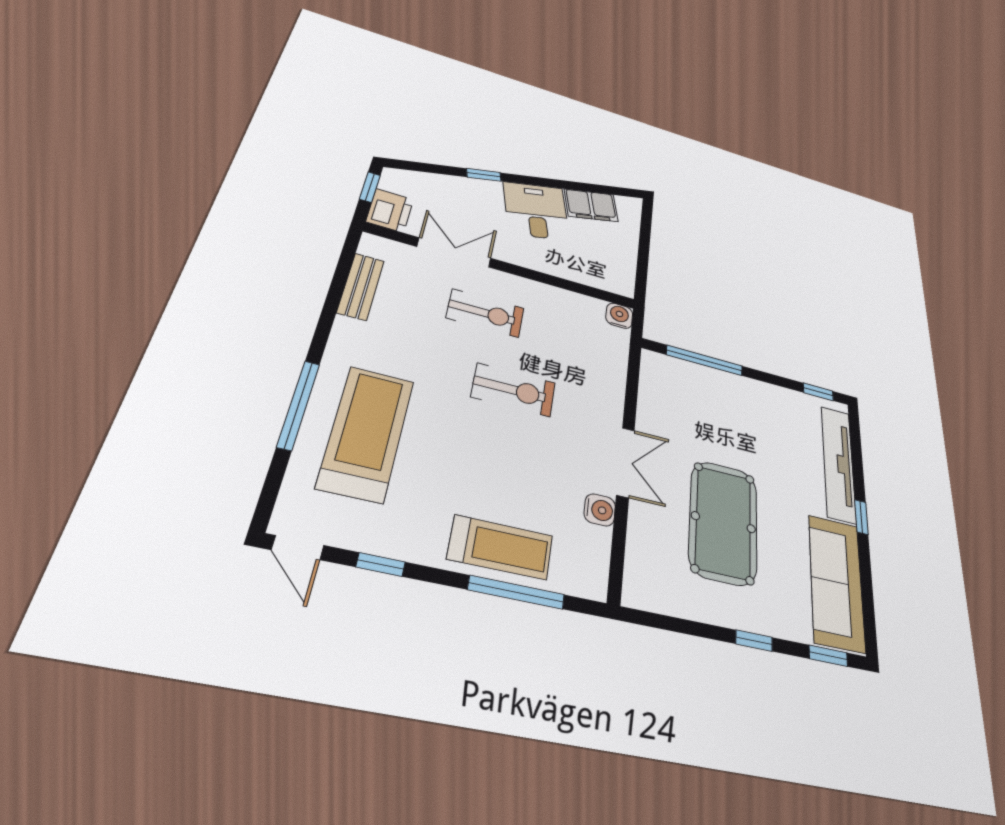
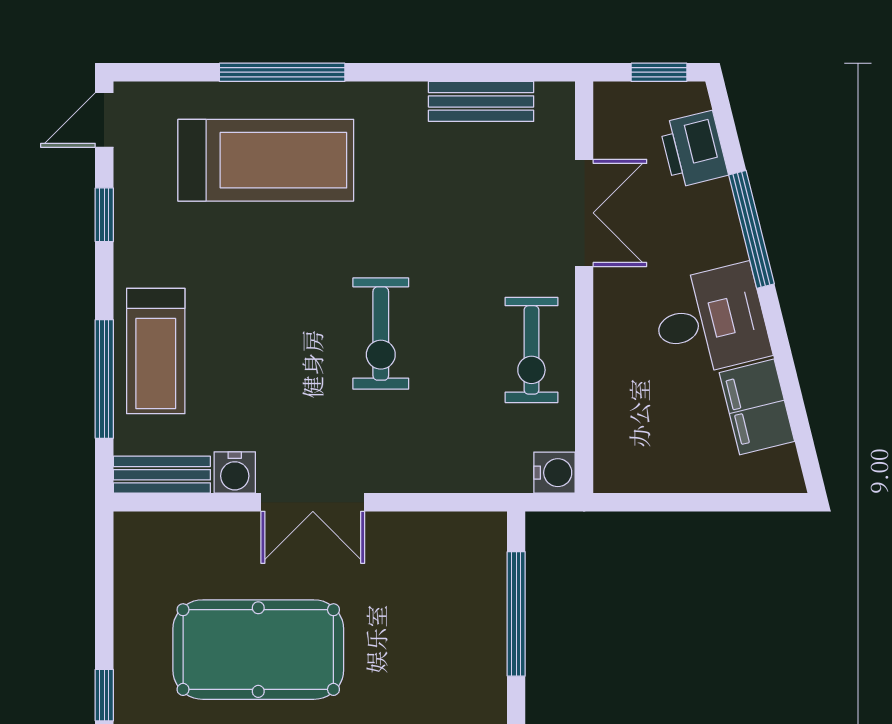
window: (484, 175) -> (751, 229), width x2.17
printer: (390, 210) -> (694, 149), moved, turned 76
exercise bike: (485, 313) -> (531, 350), moved
bench: (596, 563) -> (162, 475), added

